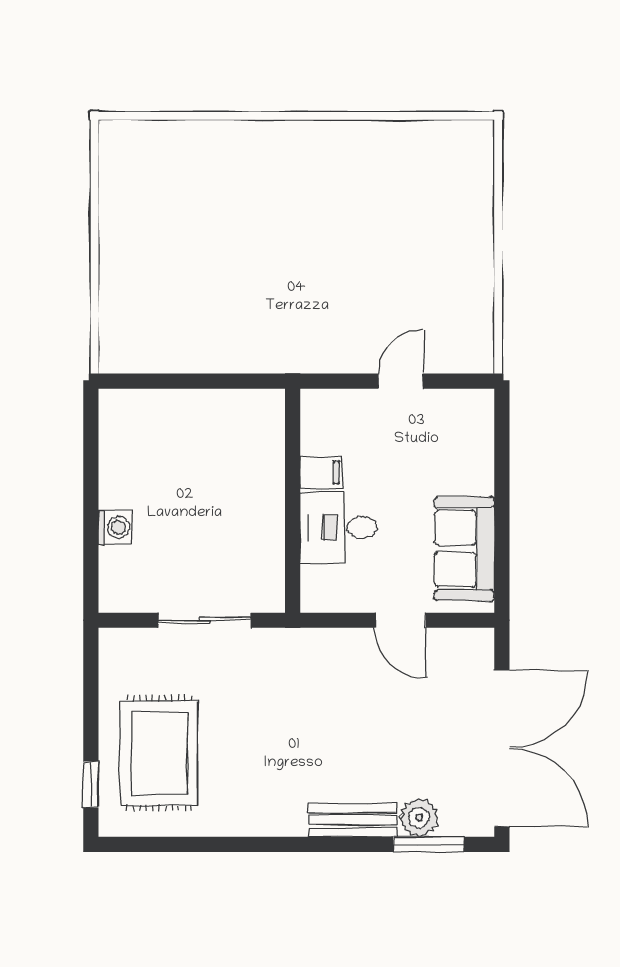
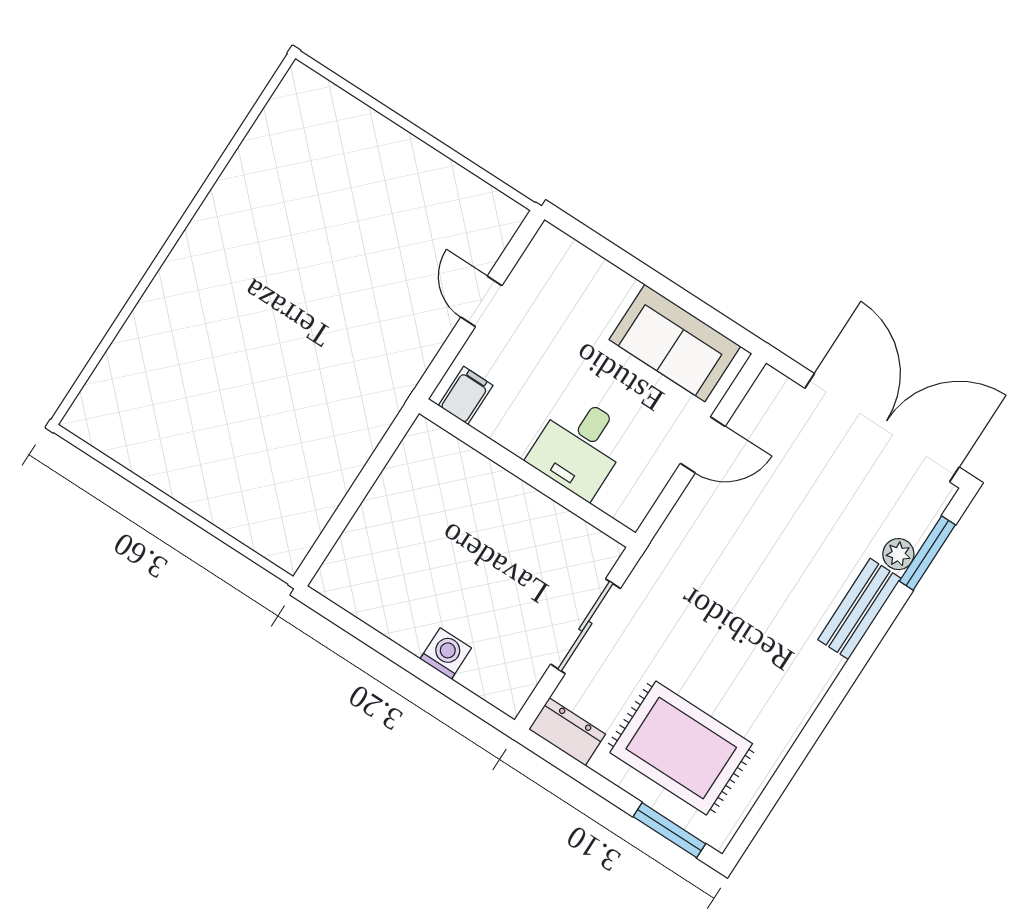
filing cabinet: (321, 473) -> (466, 395), moved
dresser: (115, 658) -> (567, 732), added
window: (91, 784) -> (669, 830), width x1.50
plant: (419, 818) -> (898, 554), width x0.73, depth x0.73

